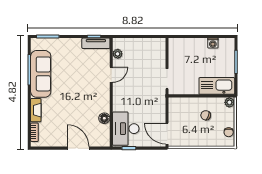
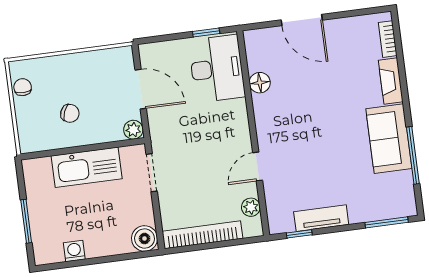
tv unit: (96, 43) -> (321, 218), moved
bookcase: (145, 43) -> (202, 235), added
boiler: (175, 45) -> (145, 239), added
sofa: (41, 74) -> (389, 139), width x0.73
kitchen sink: (217, 86) -> (87, 167), moved
plant: (229, 102) -> (133, 130), moved
door: (167, 134) -> (141, 89), moved

